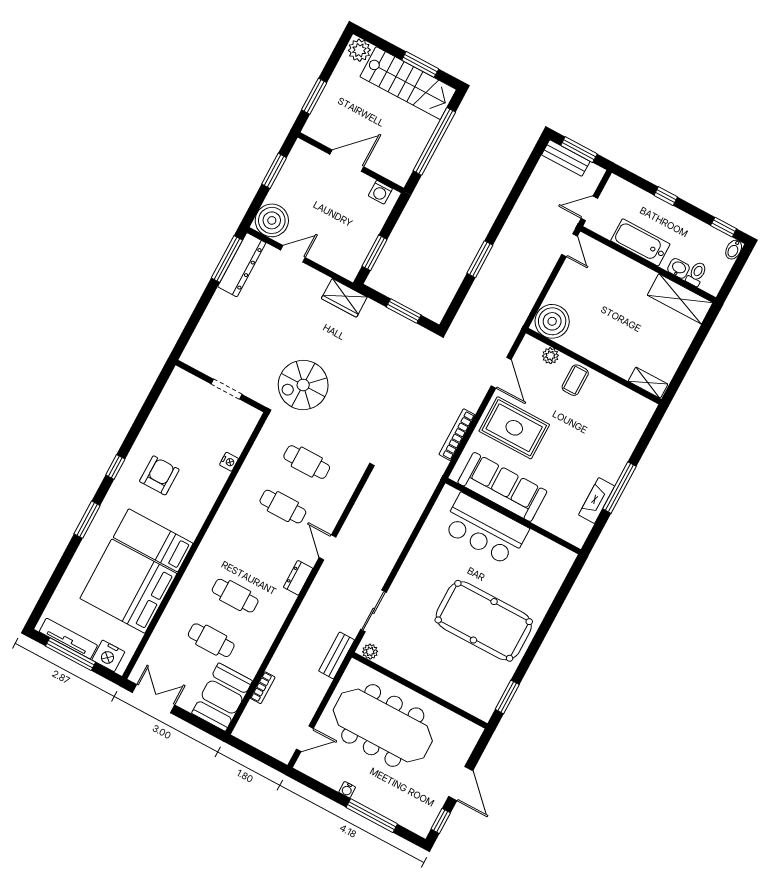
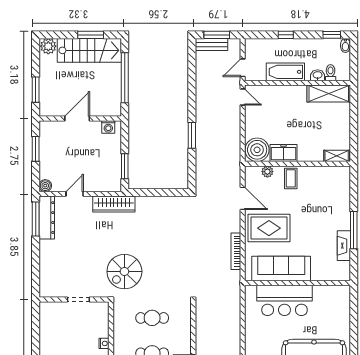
boiler: (272, 220) -> (45, 186), width x0.54, depth x0.54
wardrobe: (344, 298) -> (114, 204), width x1.50
window: (404, 311) -> (162, 193), removed
freezer: (583, 343) -> (283, 153), added

